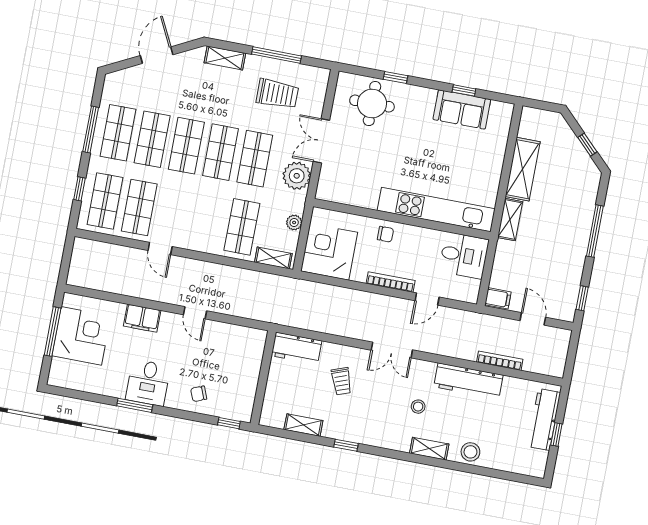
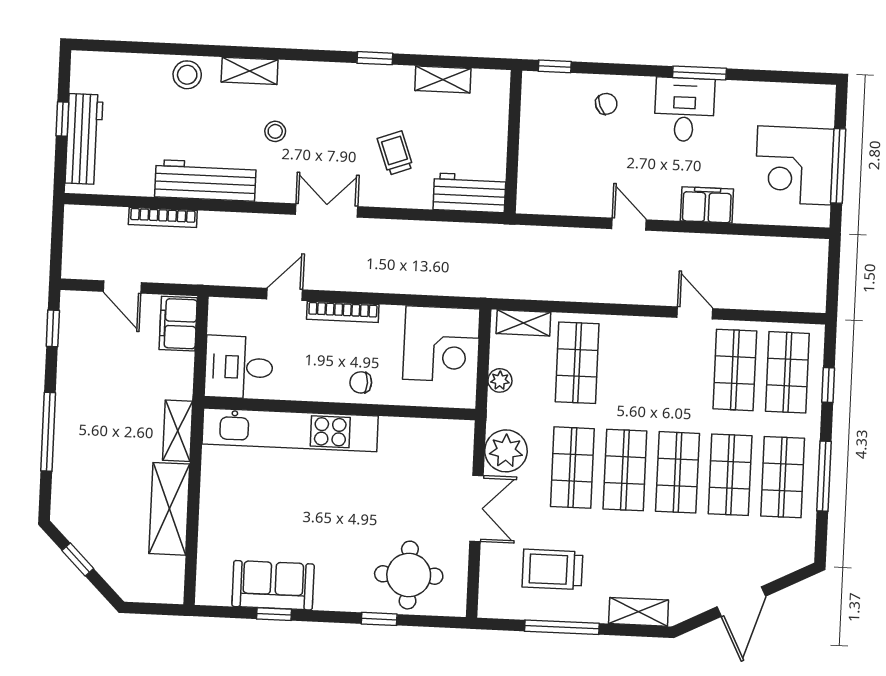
filing cabinet: (498, 298) -> (178, 324), width x2.00

